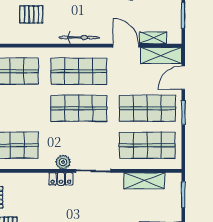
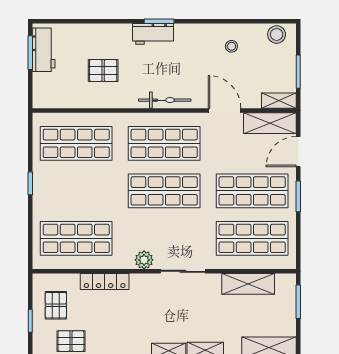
shelving: (153, 38) -> (279, 101), moved
locker: (61, 179) -> (105, 281), moved, width x1.53

